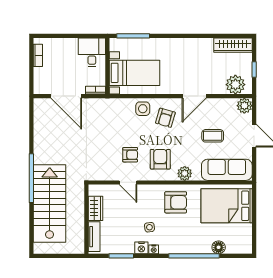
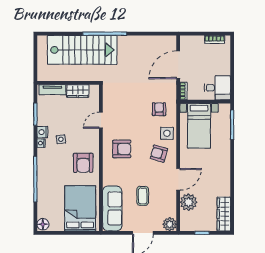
plant: (235, 85) -> (189, 202), moved
door: (194, 96) -> (178, 179), swing flipped
armchair: (130, 155) -> (159, 109), moved, turned 180
plant: (185, 173) -> (109, 171), removed
floor lamp: (219, 247) -> (43, 224), moved

